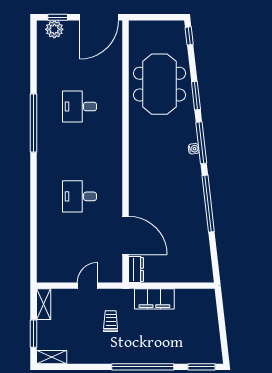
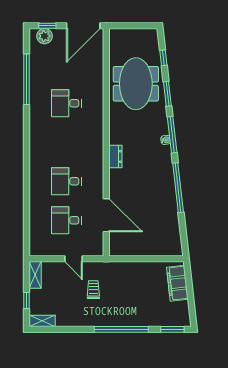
window: (189, 36) -> (163, 58), moved
window: (34, 123) -> (26, 79), moved
desk: (80, 241) -> (66, 220), added
dresser: (136, 269) -> (115, 156), moved
door: (88, 286) -> (73, 259), swing flipped
filing cabinet: (154, 299) -> (177, 283), moved, turned 84
window: (34, 334) -> (26, 301), width x0.67

